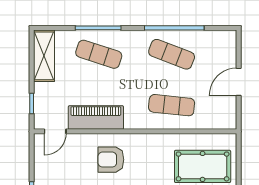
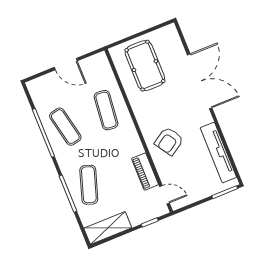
exercise mat: (172, 54) -> (65, 127), turned -33
piano: (96, 118) -> (145, 172), width x0.73, depth x0.75
armchair: (111, 160) -> (169, 141), turned 57

